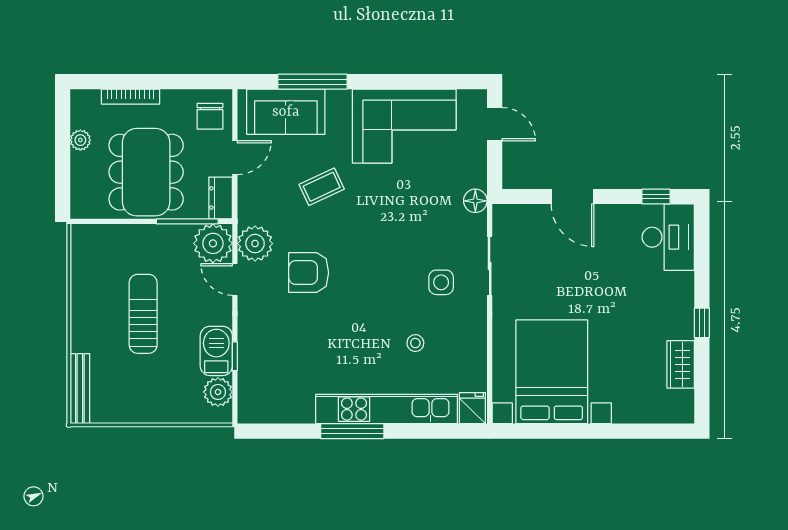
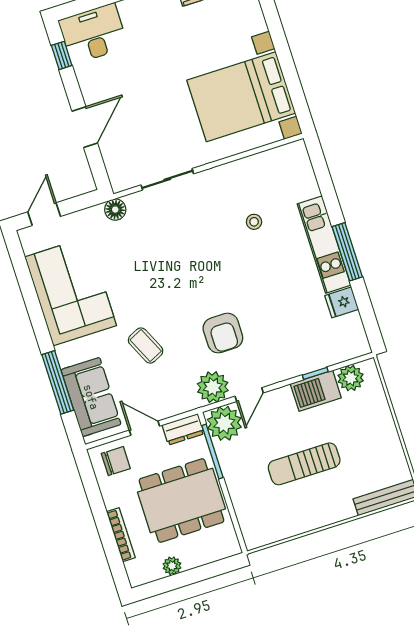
side table: (441, 282) -> (195, 216), removed
fridge: (472, 408) -> (342, 302), moved
kitchen unit: (387, 409) -> (324, 245), width x0.73

